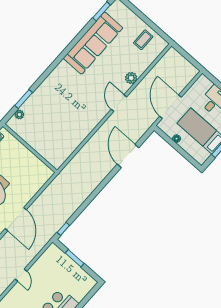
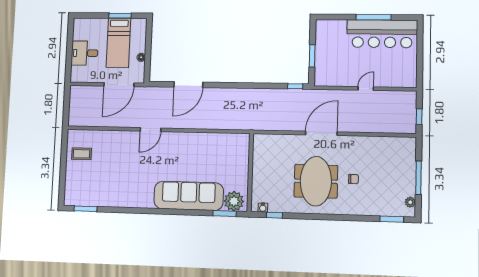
sofa: (93, 43) -> (189, 196), moved
plant: (131, 78) -> (121, 137), removed
window: (24, 99) -> (225, 213), moved
plant: (19, 115) -> (234, 201), width x1.88, depth x1.88

